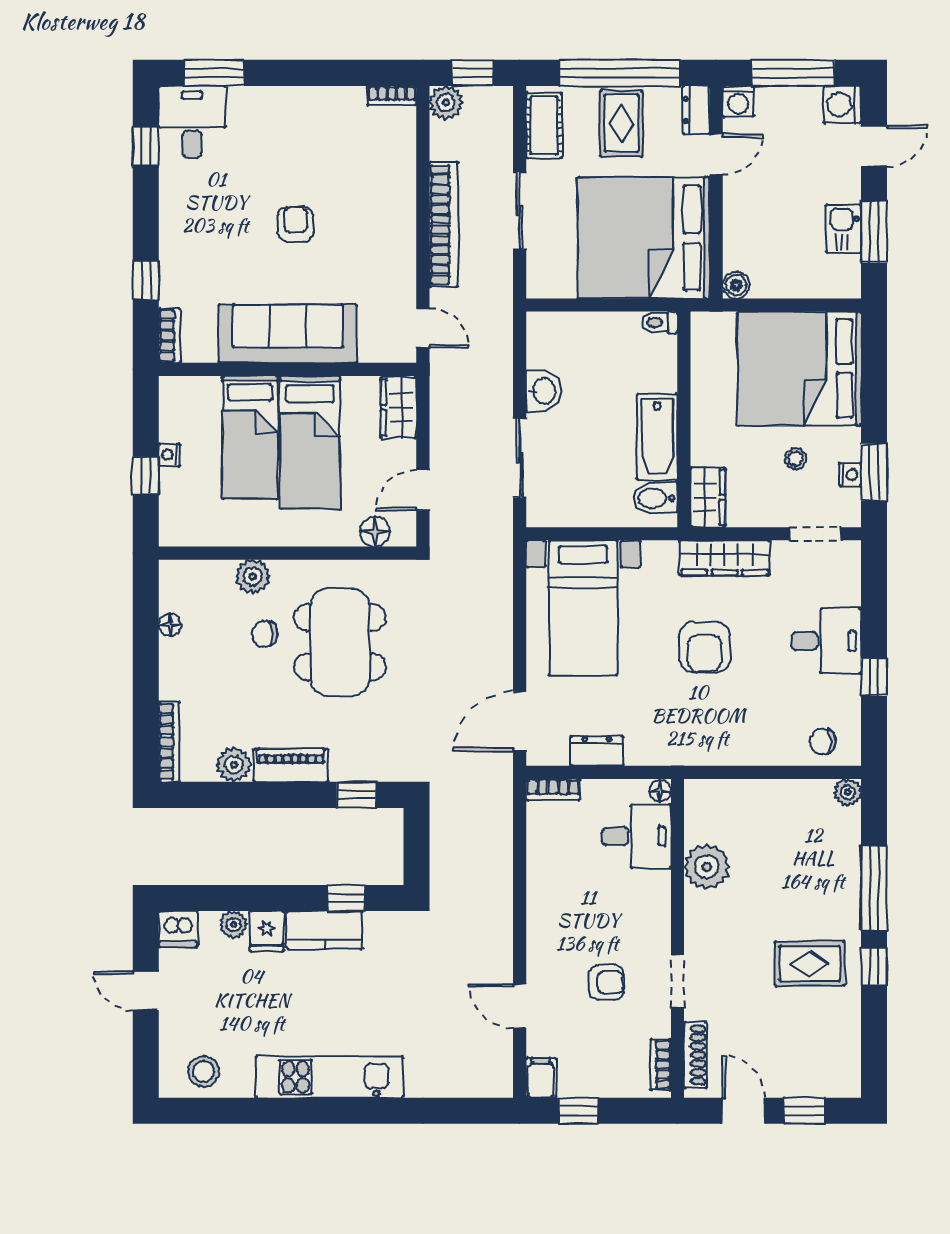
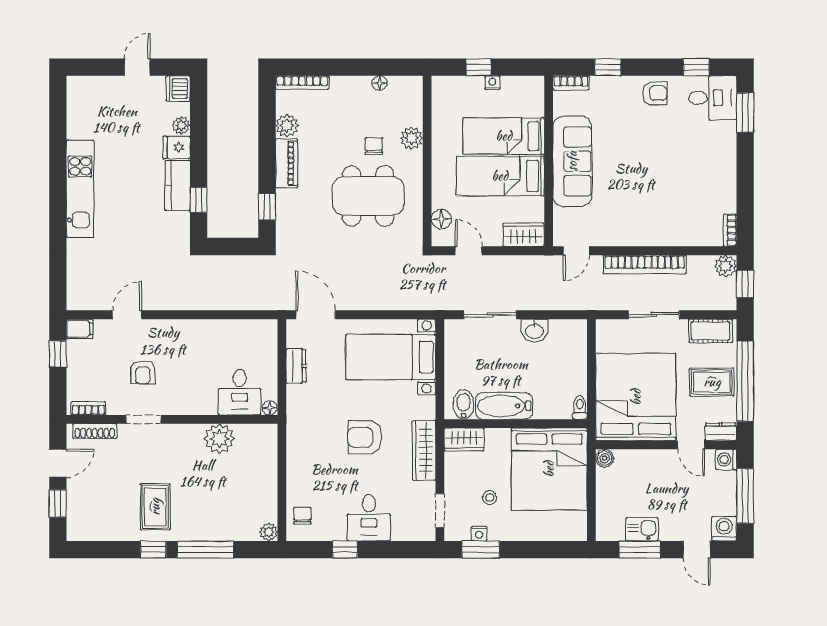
armchair: (295, 224) -> (655, 93), moved
bed: (799, 368) -> (549, 469), moved, turned 180
bookcase: (553, 790) -> (270, 337), removed
stool: (204, 1072) -> (84, 106), removed

